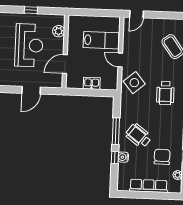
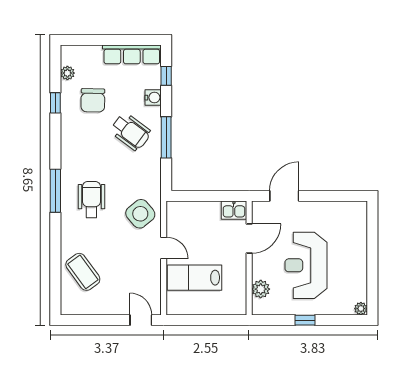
door: (137, 14) -> (141, 320), hinge flipped
kitchen sink: (92, 83) -> (234, 210), moved
door: (31, 90) -> (284, 196), moved
window: (115, 158) -> (166, 76), moved
row of seats: (149, 186) -> (132, 54), moved

